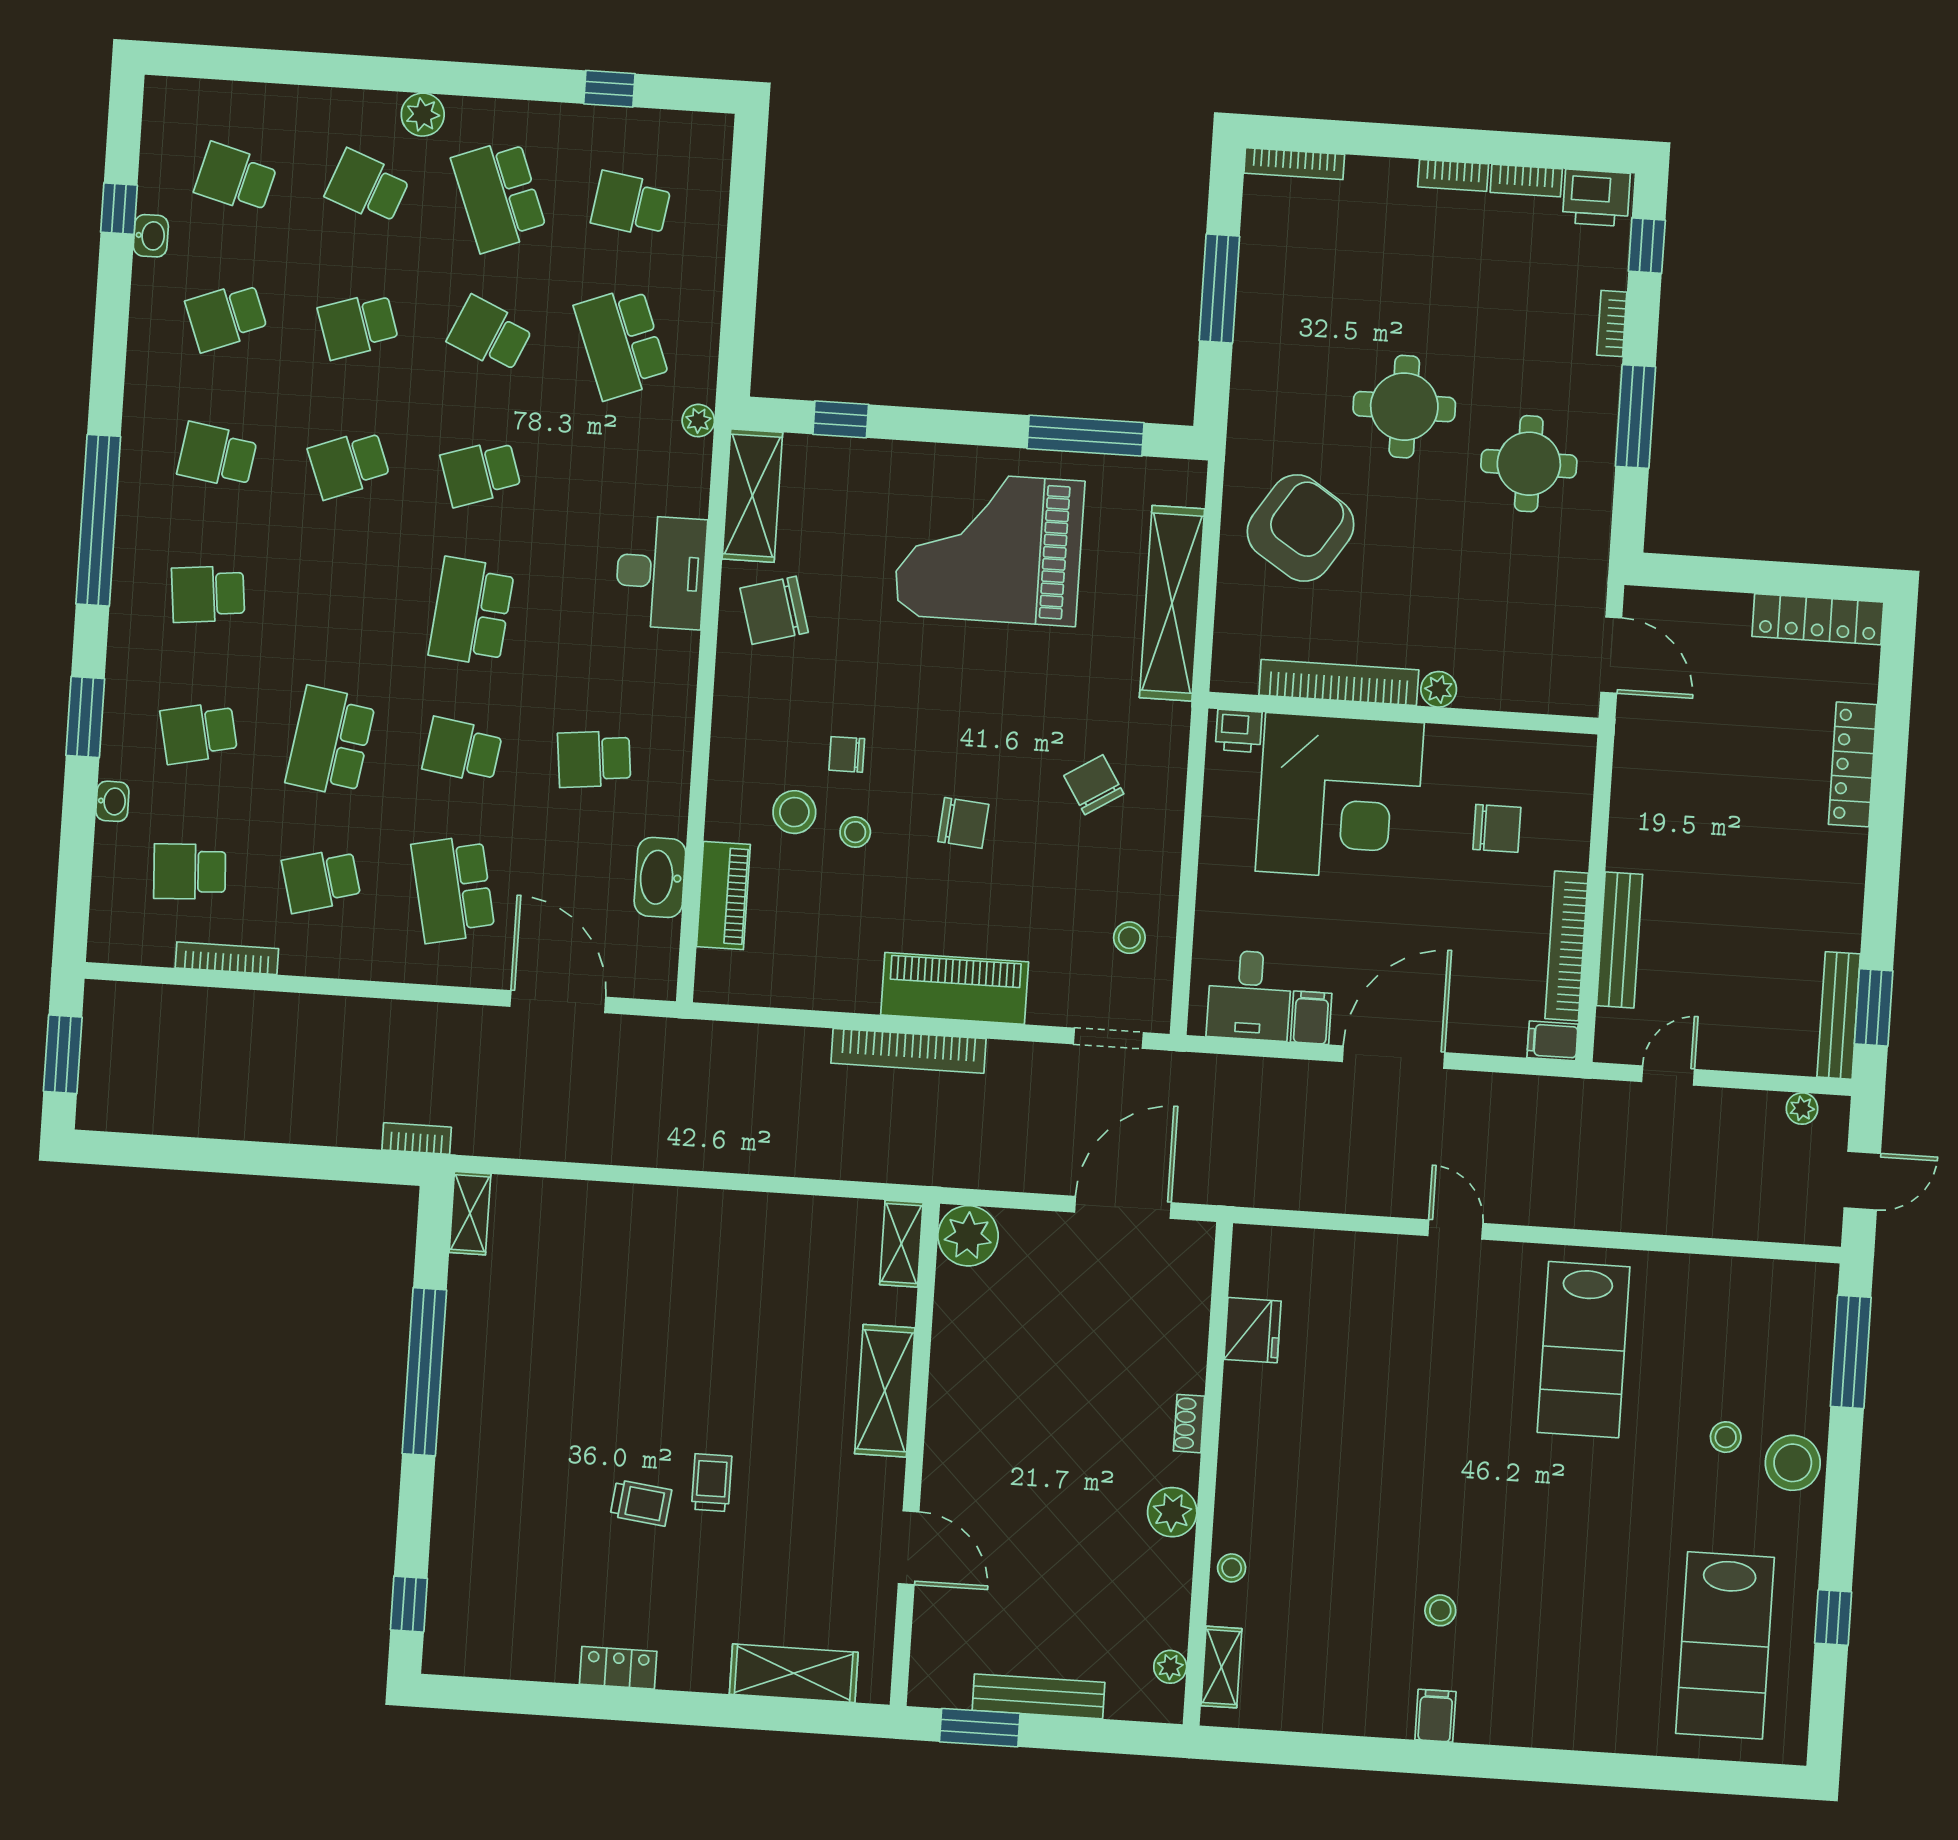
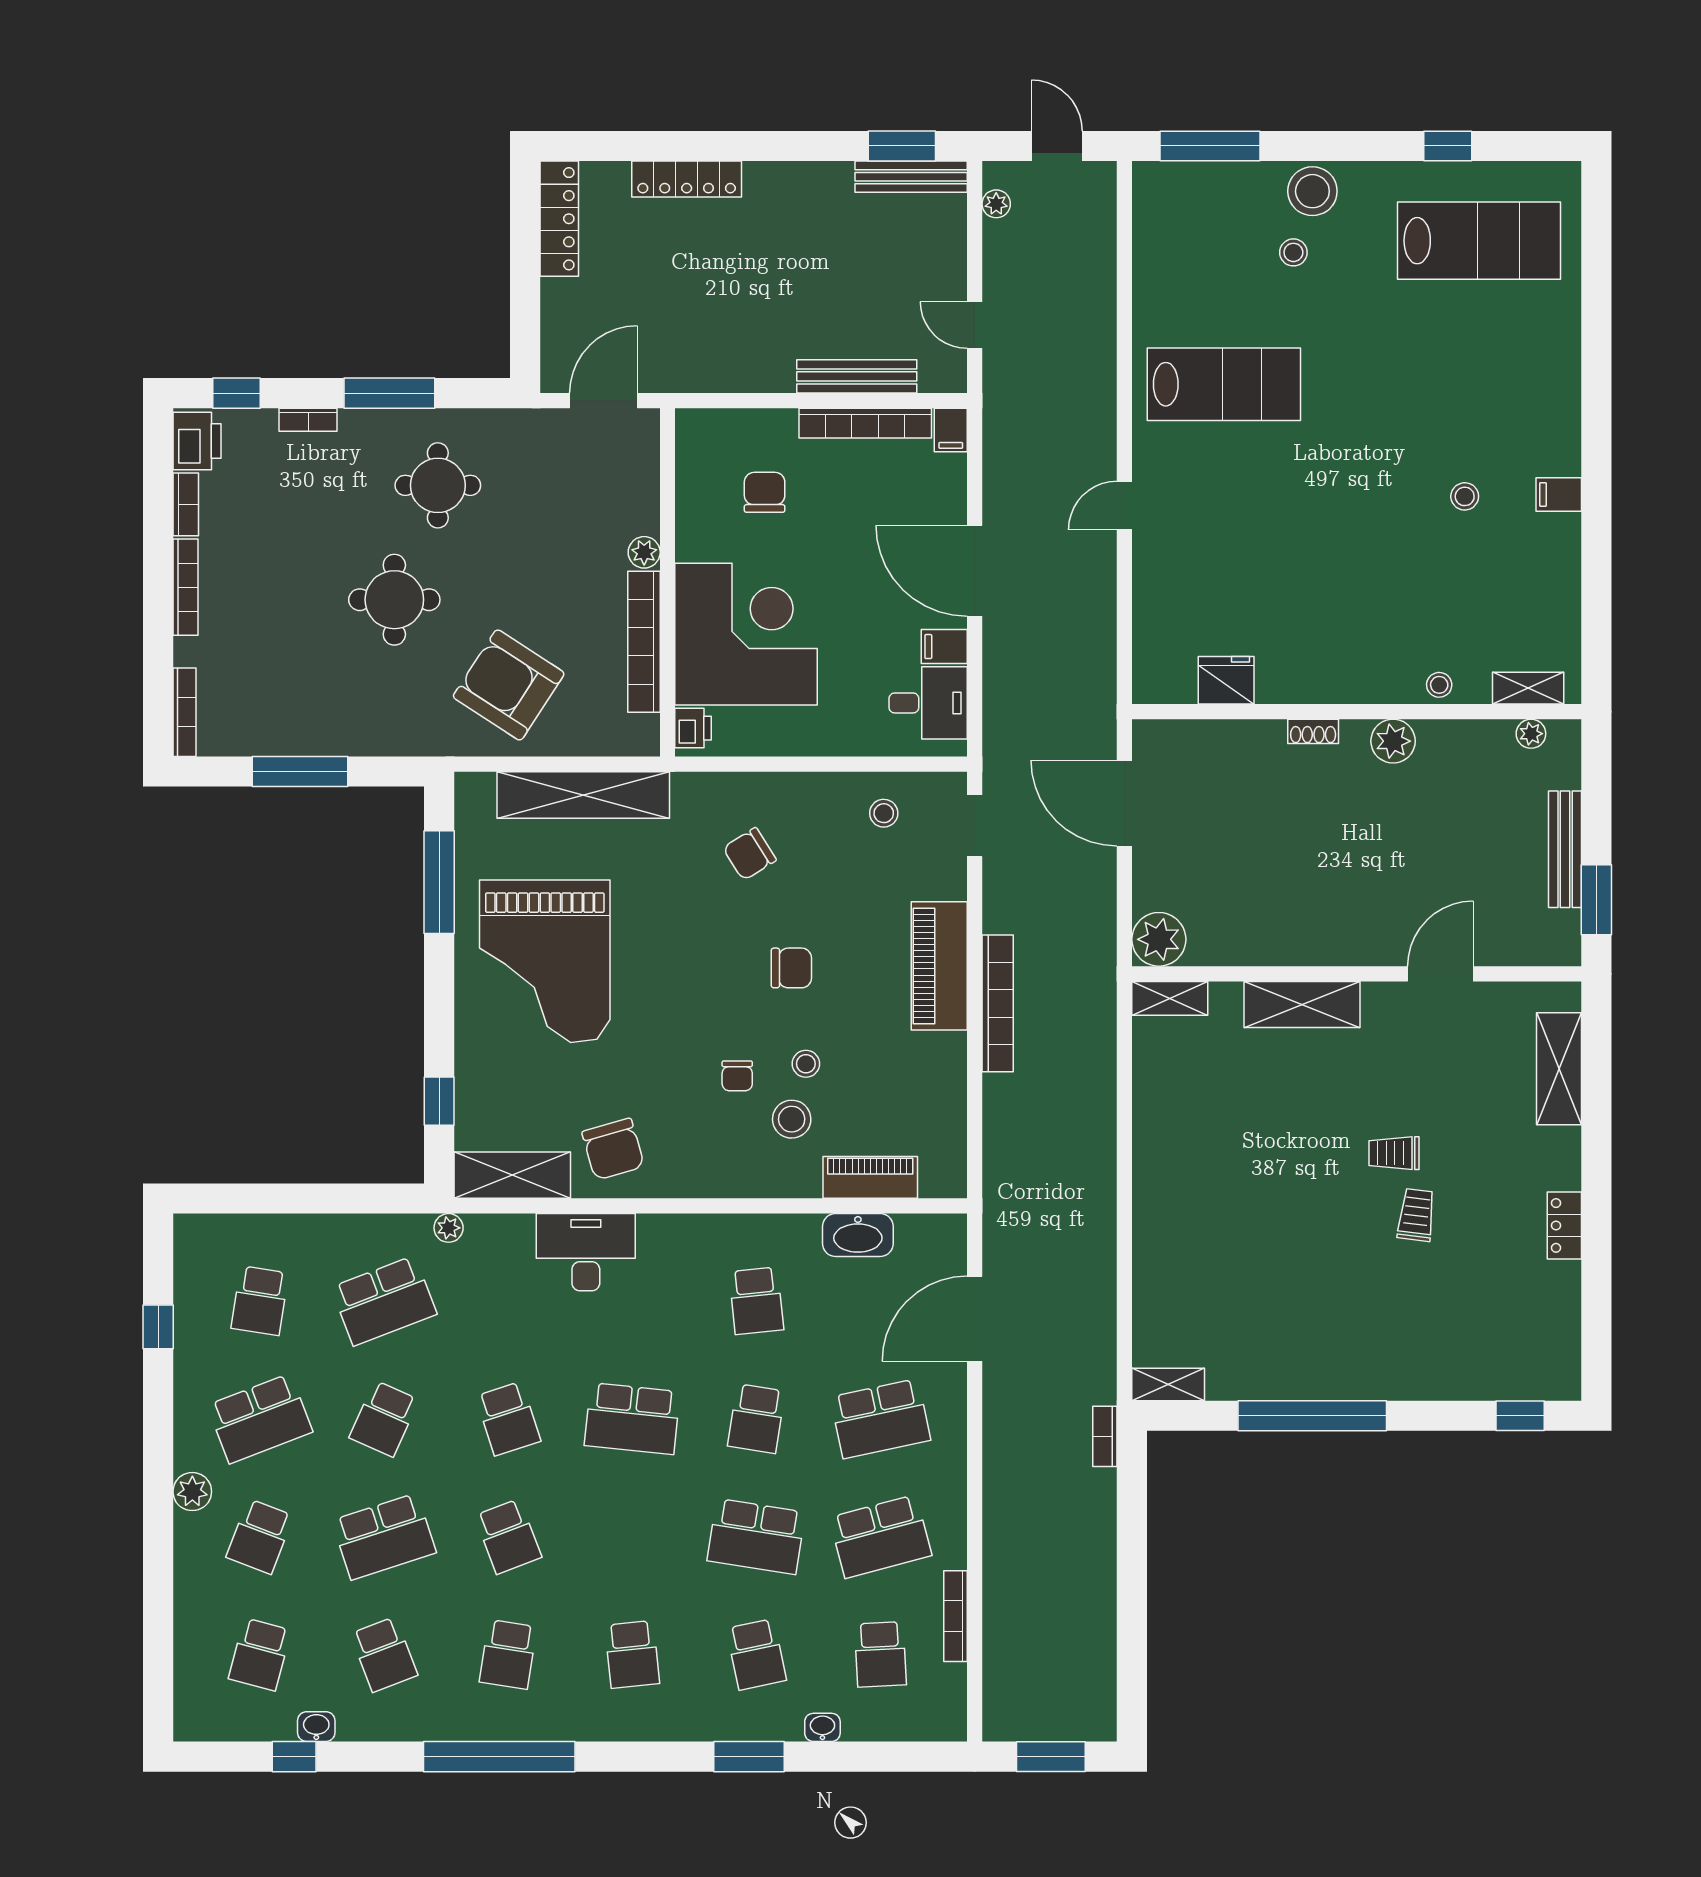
bookcase: (1453, 175) -> (185, 587), width x1.56
school desk: (358, 325) -> (384, 1536), width x1.85
window: (98, 520) -> (499, 1757), moved
chair: (963, 823) -> (791, 968), turned 85
school desk: (321, 880) -> (880, 1536), width x1.85

